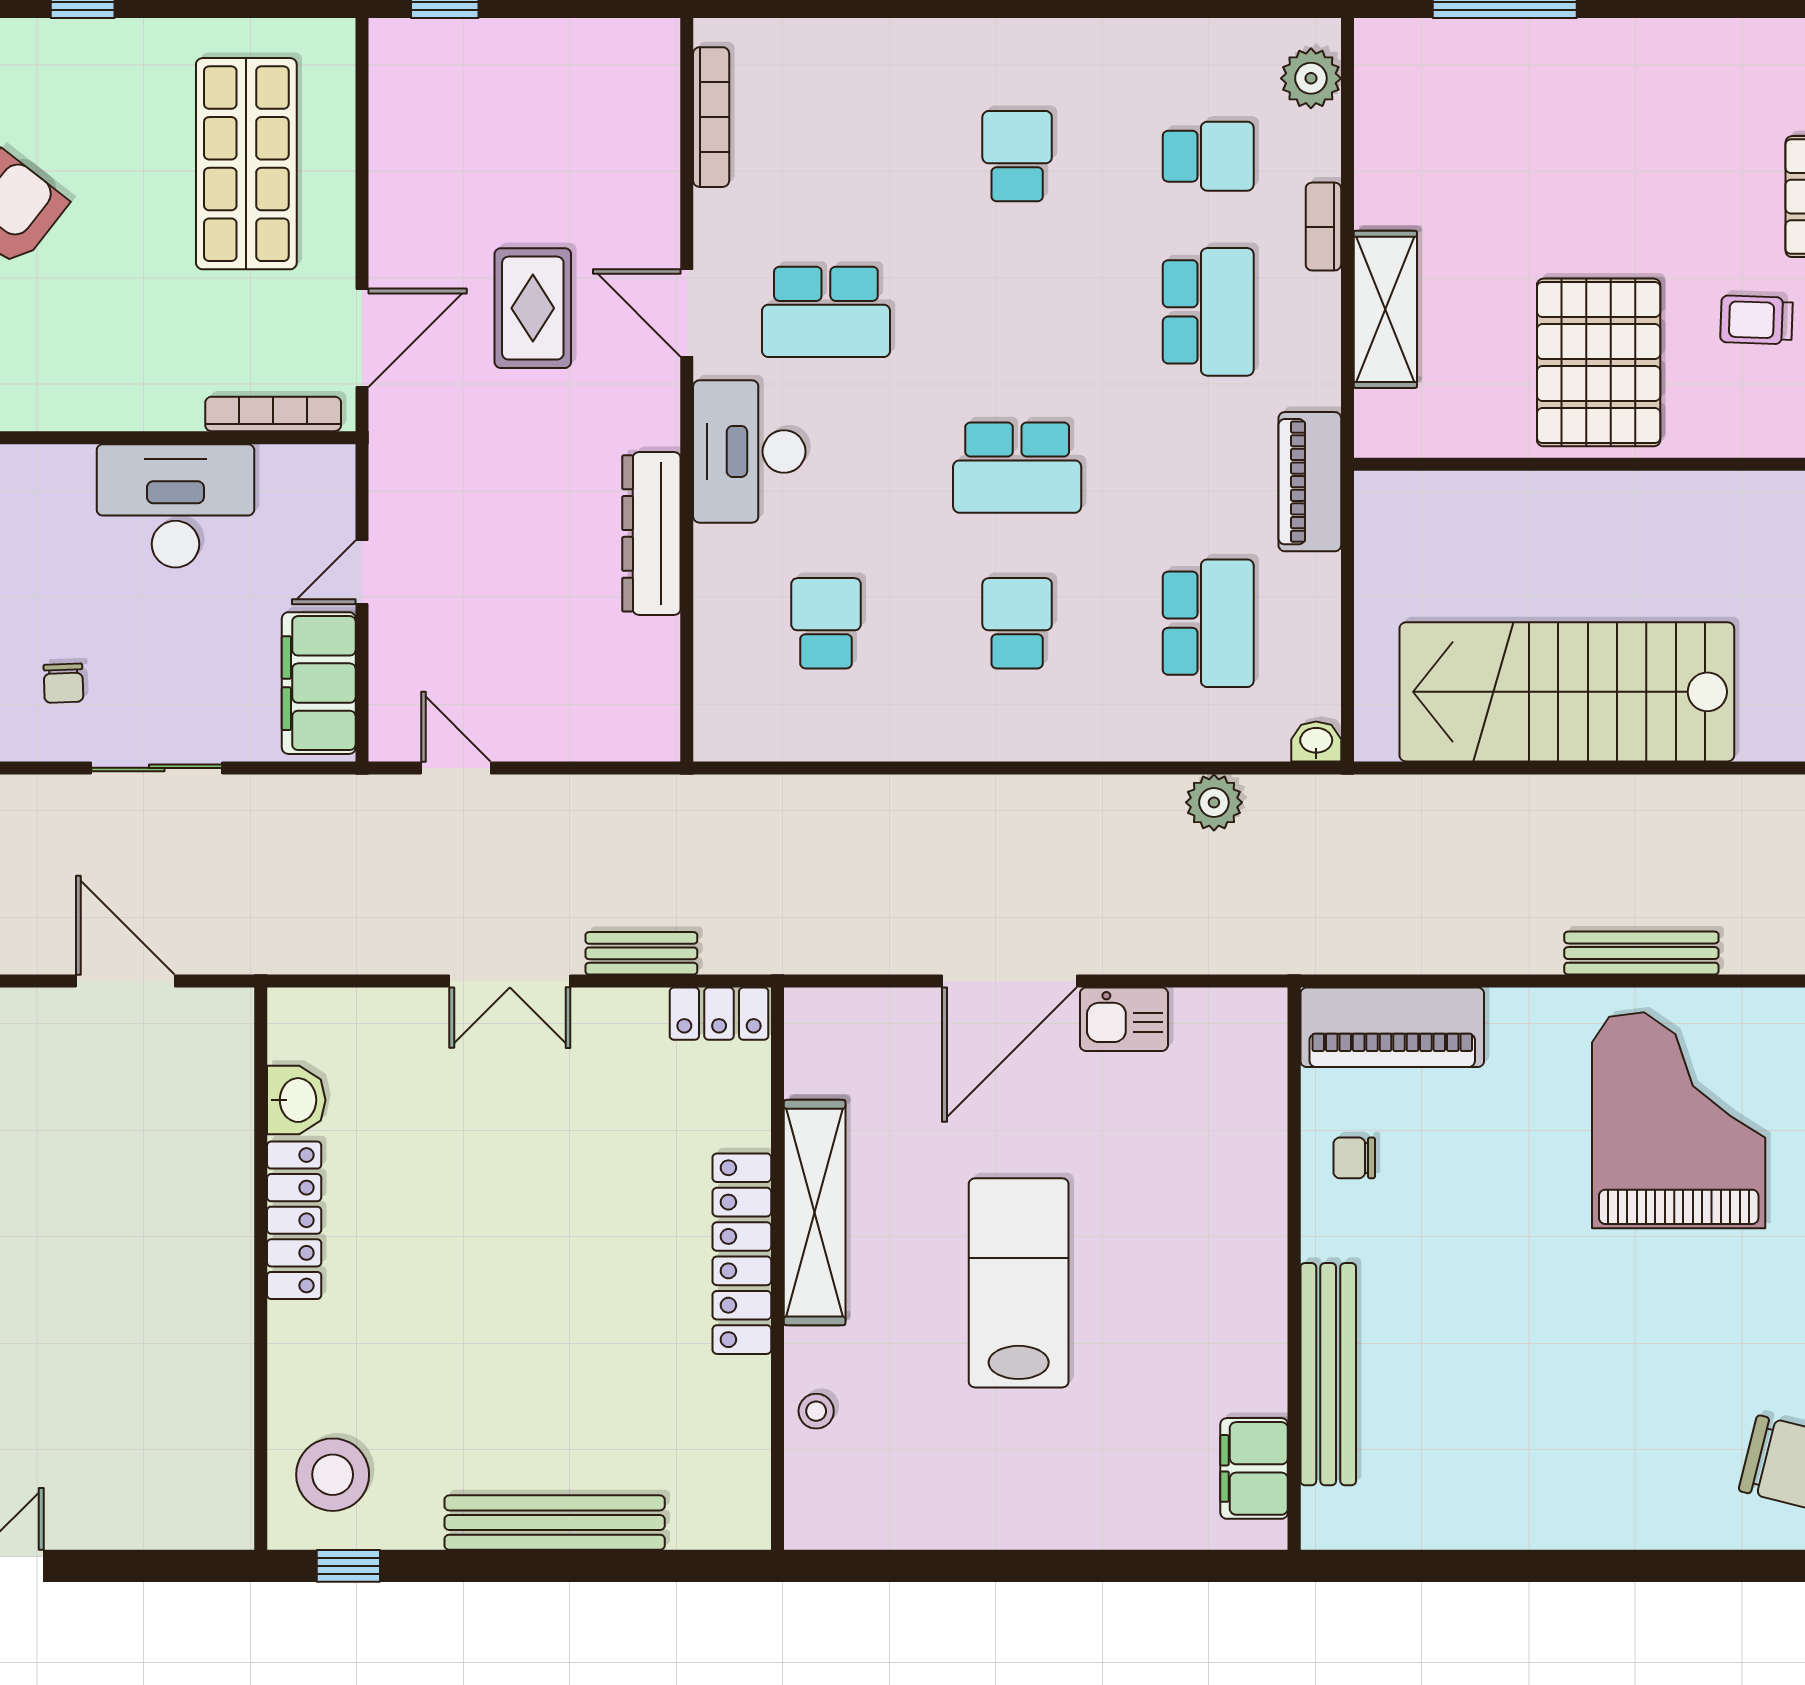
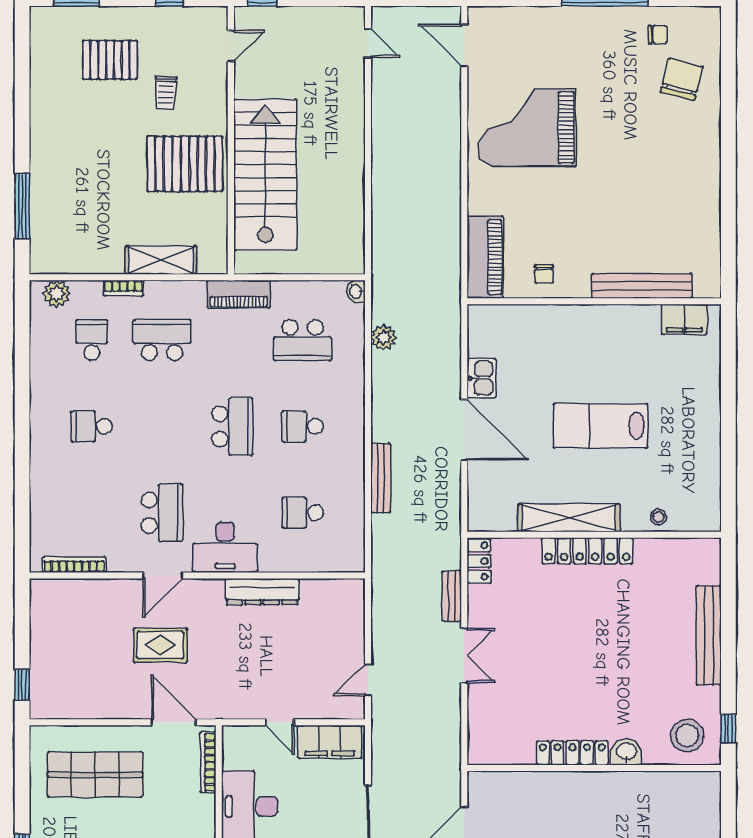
school desk: (1208, 623) -> (303, 340), turned 180
stairs: (1567, 692) -> (265, 175), moved, turned 180
bench: (1641, 953) -> (381, 478), moved
washbasin: (296, 1100) -> (627, 752), moved

